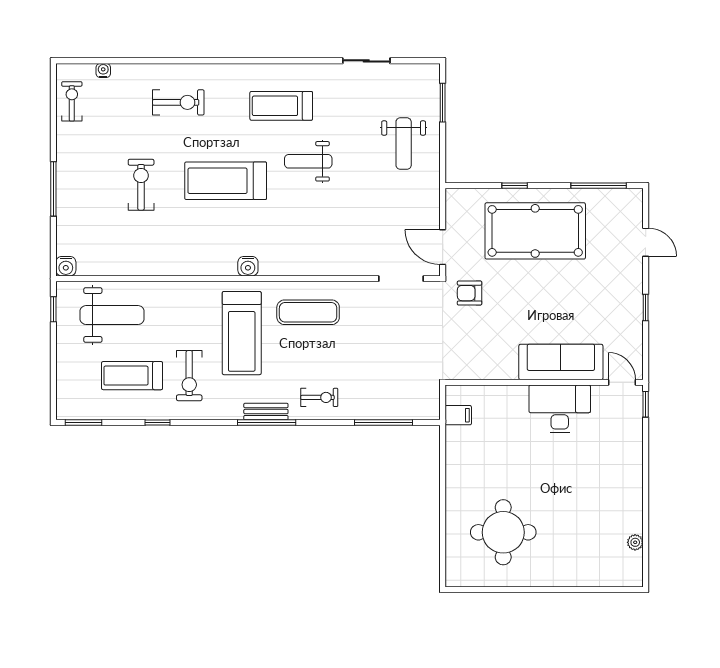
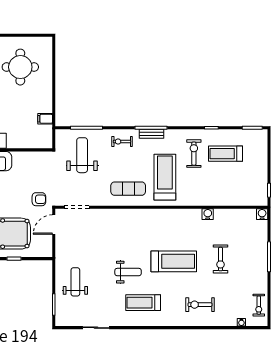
treadmill: (281, 106) -> (143, 303), turned 180
door: (443, 247) -> (54, 225), swing flipped
water cooler: (248, 266) -> (208, 214), moved
weight bench: (112, 315) -> (82, 155), moved, turned 90
treadmill: (132, 376) -> (225, 154), turned 180
filing cabinet: (458, 415) -> (45, 119), moved

